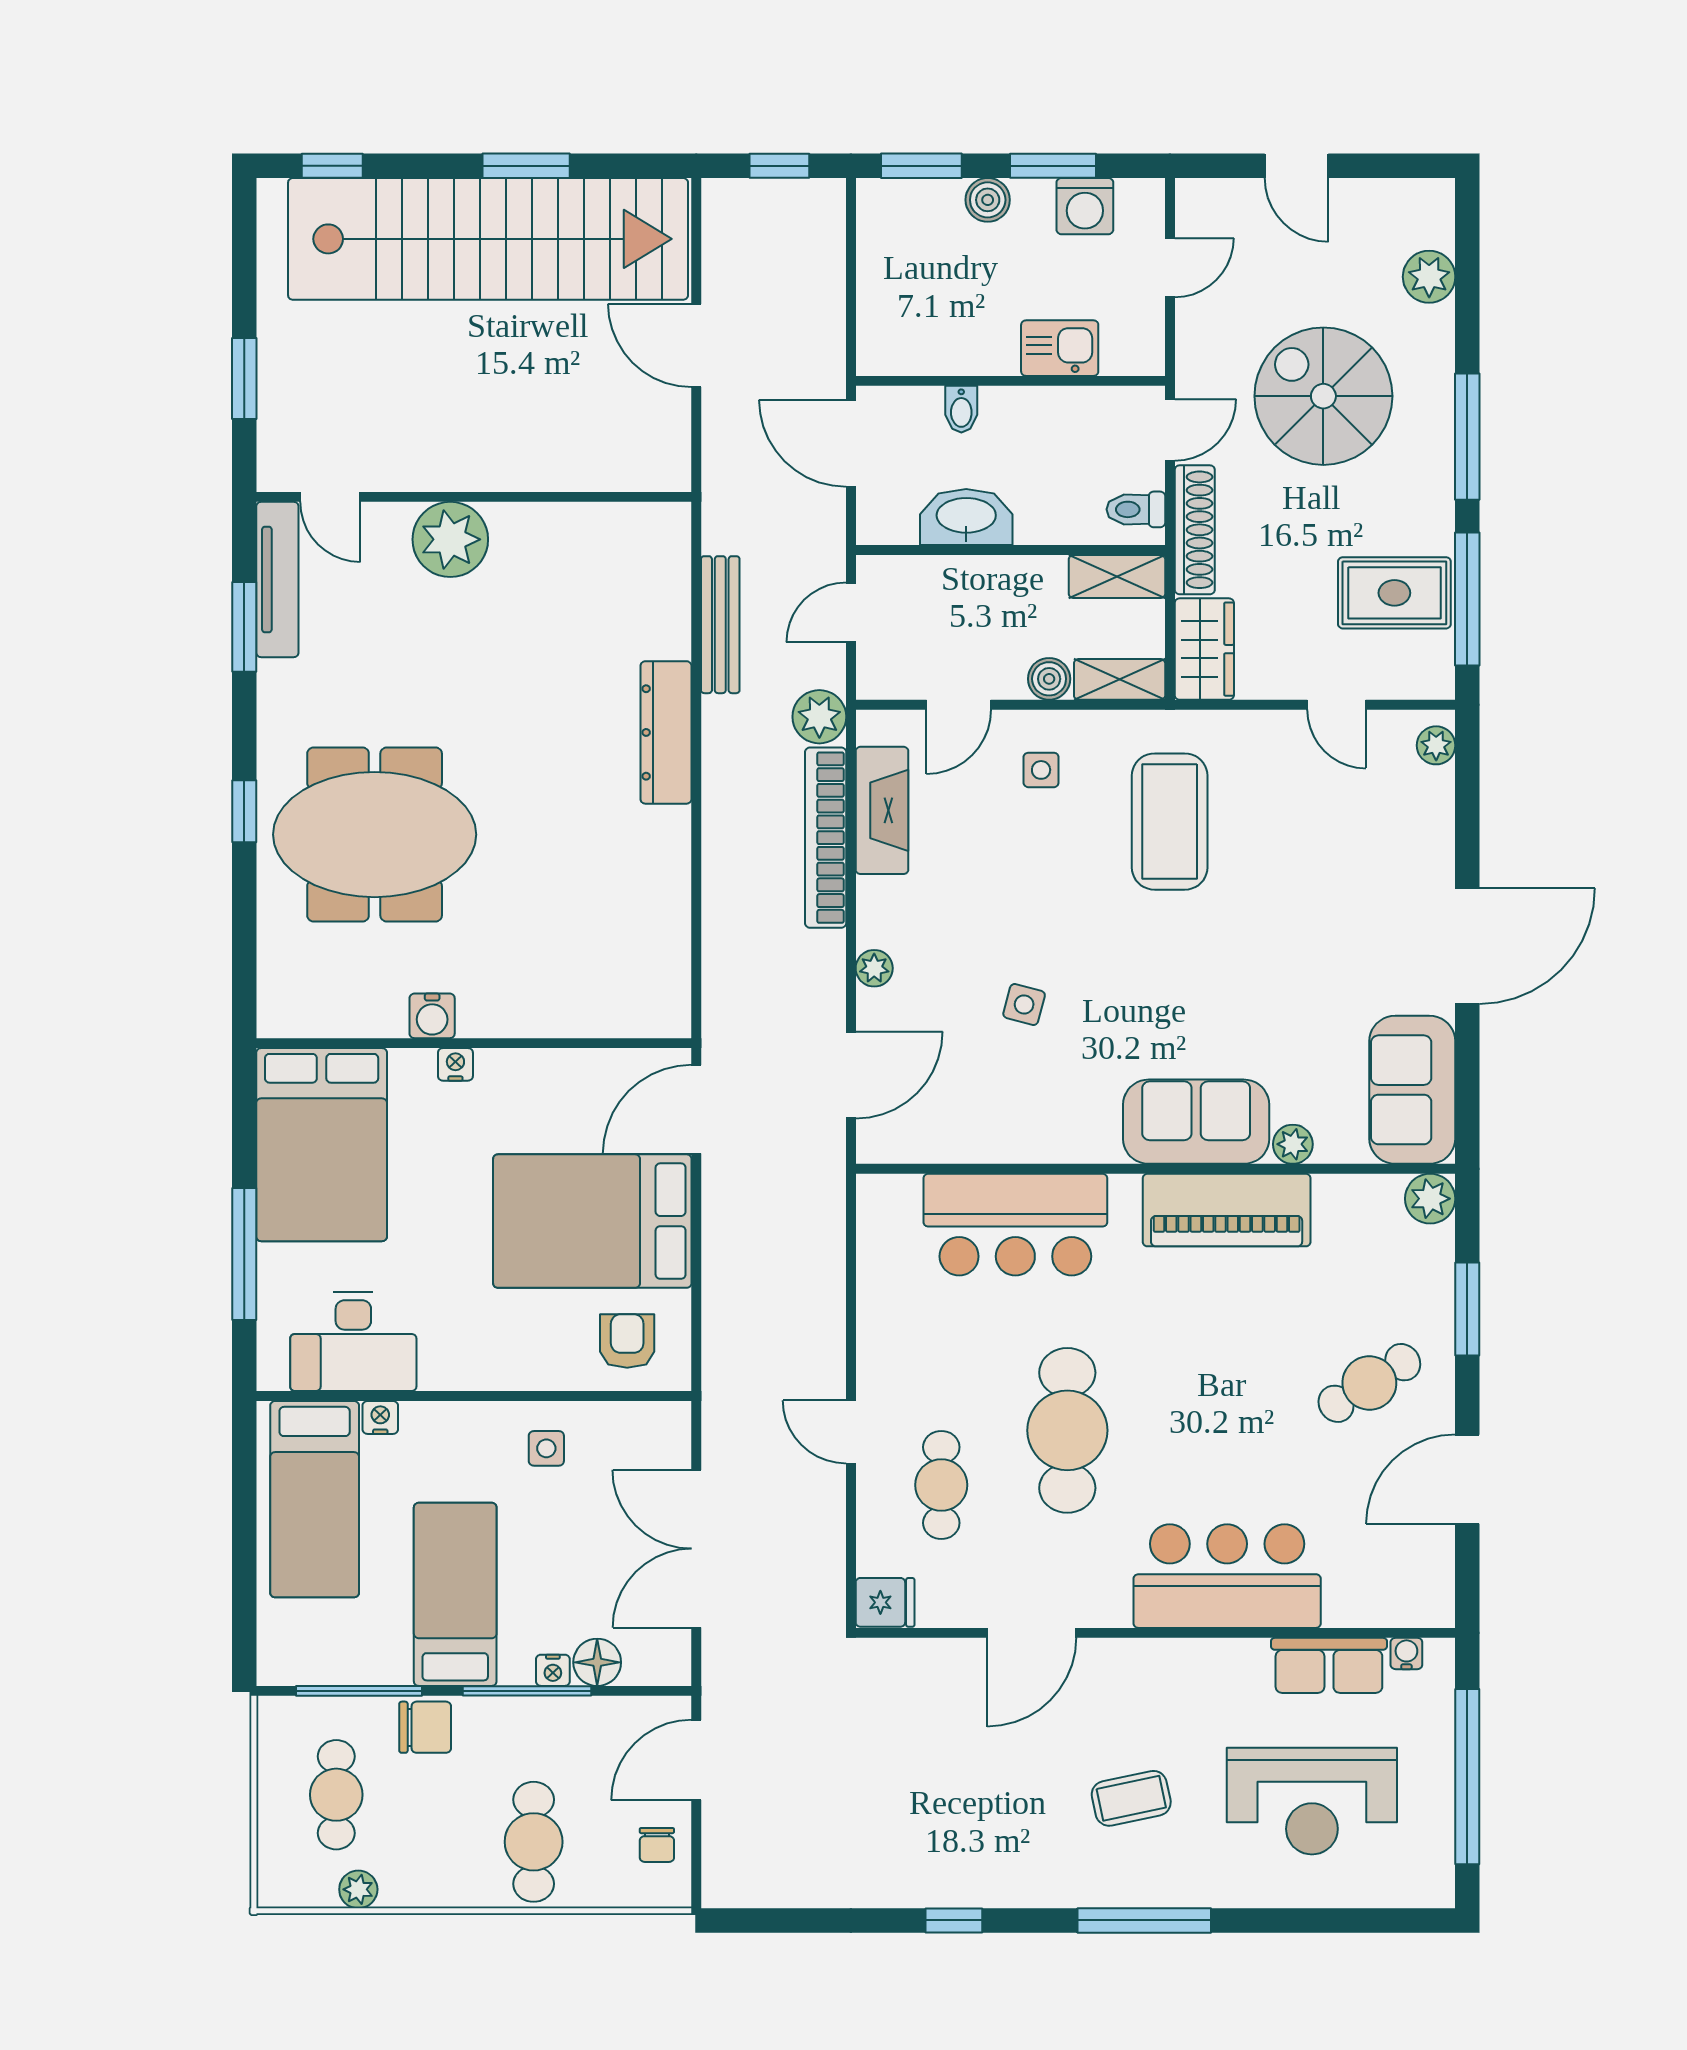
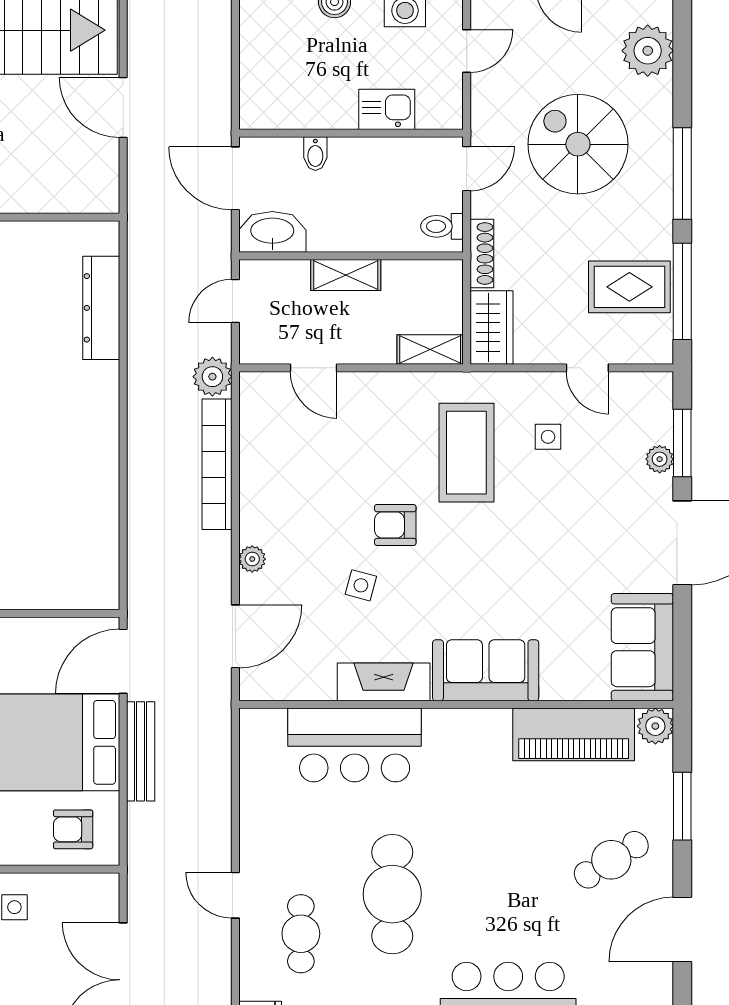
plant: (1429, 277) -> (648, 51), width x1.36, depth x1.36
washbasin: (966, 517) -> (272, 232), moved
shoe rack: (1195, 530) -> (482, 253), width x0.74, depth x0.81
shelving: (1117, 577) -> (346, 275), moved
bench: (720, 625) -> (141, 751), moved
boiler: (1049, 679) -> (379, 349), removed
door: (959, 705) -> (313, 368), hinge flipped
dresser: (666, 732) -> (101, 308), moved
plant: (1436, 745) -> (660, 459), moved
side table: (1041, 770) -> (548, 437), moved
window: (1467, 808) -> (682, 443), added
fireplace: (882, 810) -> (384, 682), moved, turned -90
armchair: (1071, 921) -> (395, 525), added
plant: (1293, 1144) -> (556, 687), removed
piano: (1227, 1210) -> (574, 734), moved
armchair: (627, 1341) -> (73, 829), turned -90

